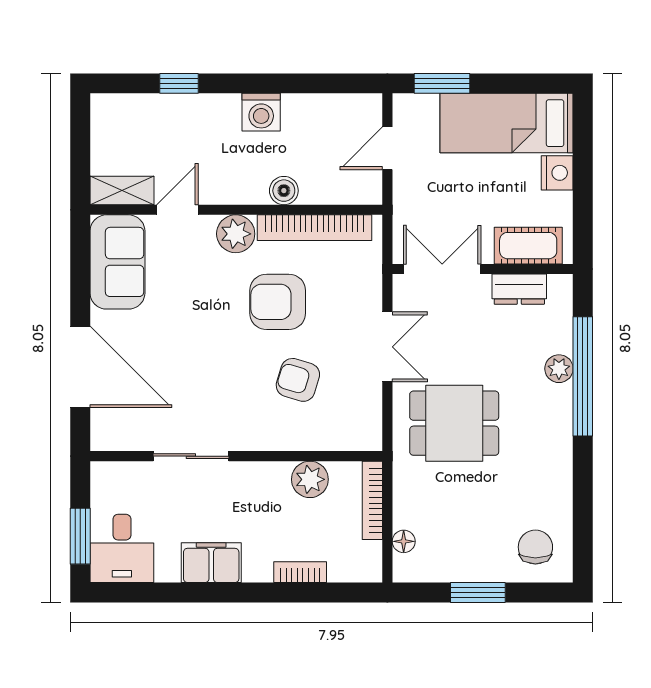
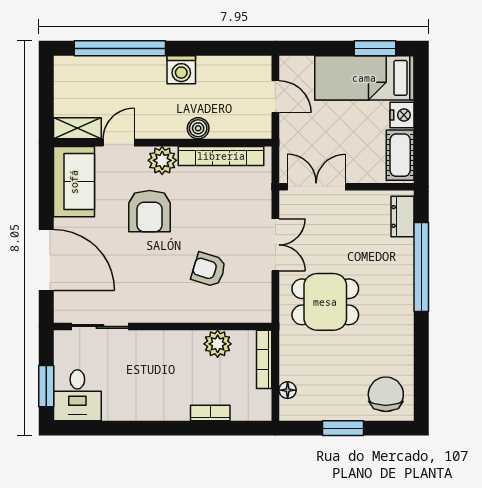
window: (179, 83) -> (120, 48), width x3.17
window: (442, 83) -> (375, 48), moved
door: (387, 148) -> (275, 97), swing flipped
cot: (528, 246) -> (400, 155), moved, turned 90
dresser: (519, 289) -> (402, 216), moved, turned 90
armchair: (278, 302) -> (150, 211), moved, turned -90
plant: (559, 369) -> (403, 261), removed
sliding door: (191, 456) -> (100, 326), moved
chair: (535, 547) -> (386, 394), width x1.37, depth x1.37
filing cabinet: (211, 563) -> (144, 406), removed

